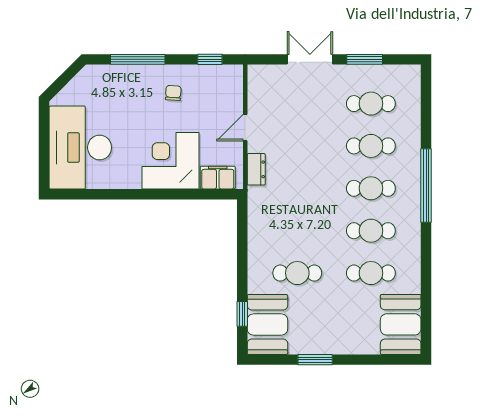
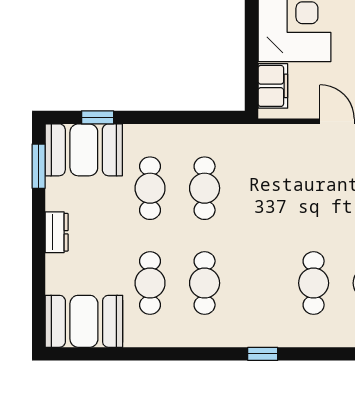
dresser: (256, 169) -> (57, 232), moved, turned -90
window: (426, 186) -> (263, 354), width x0.32
cafe table: (371, 188) -> (205, 188), moved
window: (315, 360) -> (39, 166), moved

